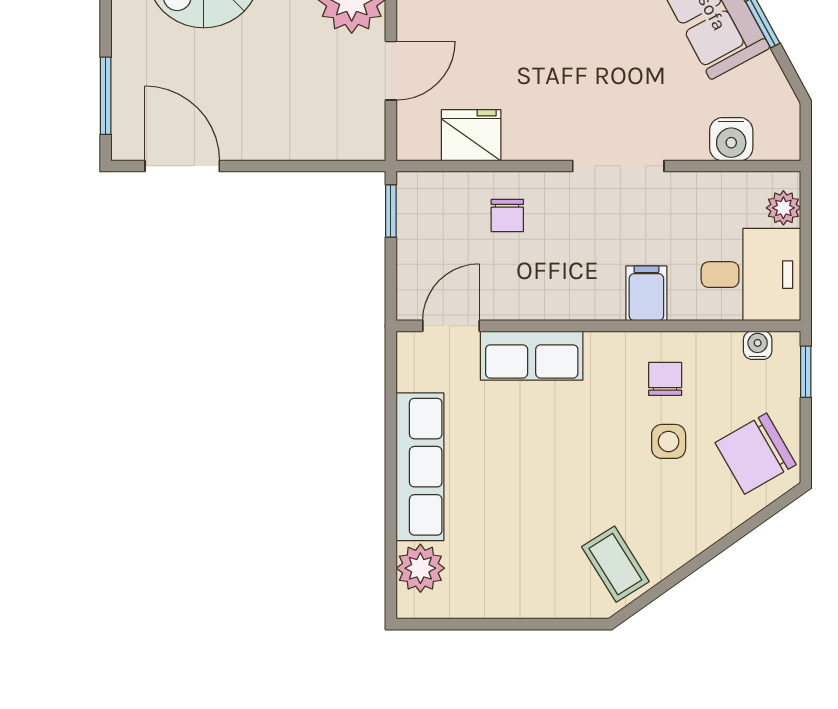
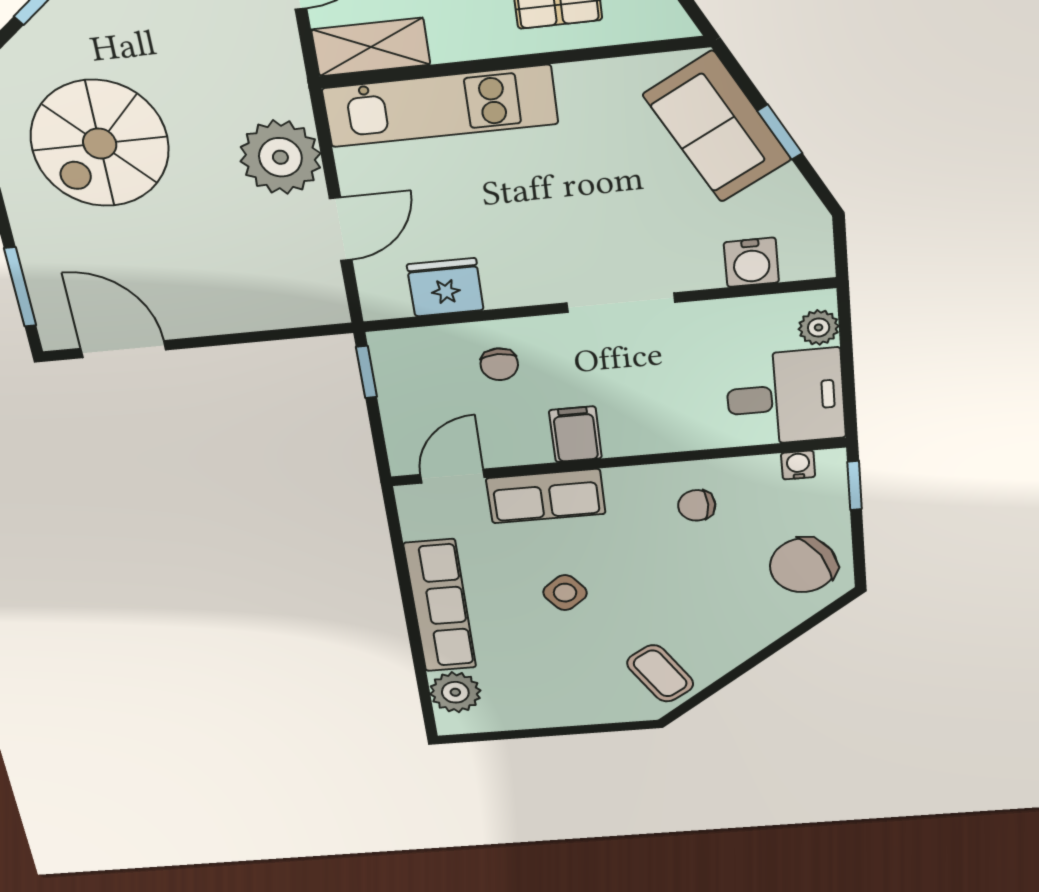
filing cabinet: (646, 293) -> (575, 434), moved
chair: (665, 379) -> (697, 505), turned -90
side table: (669, 441) -> (565, 593), moved, turned -38

